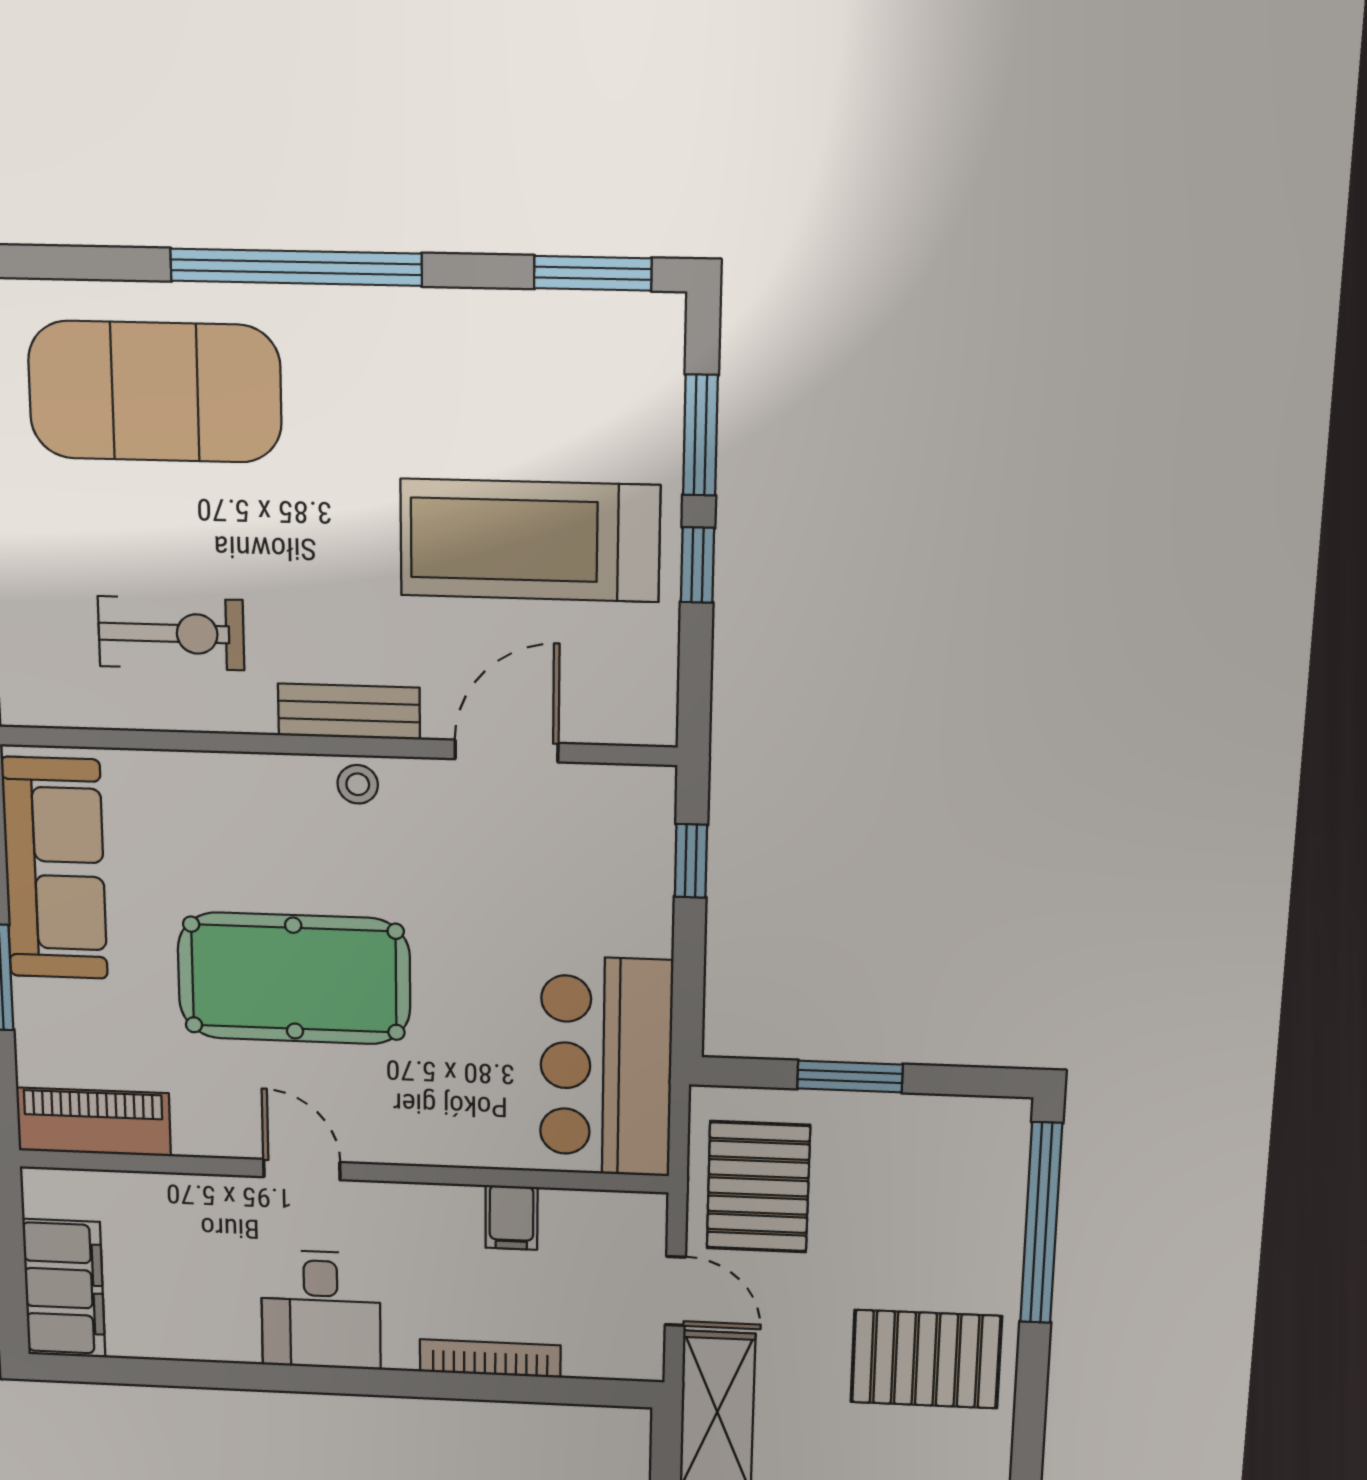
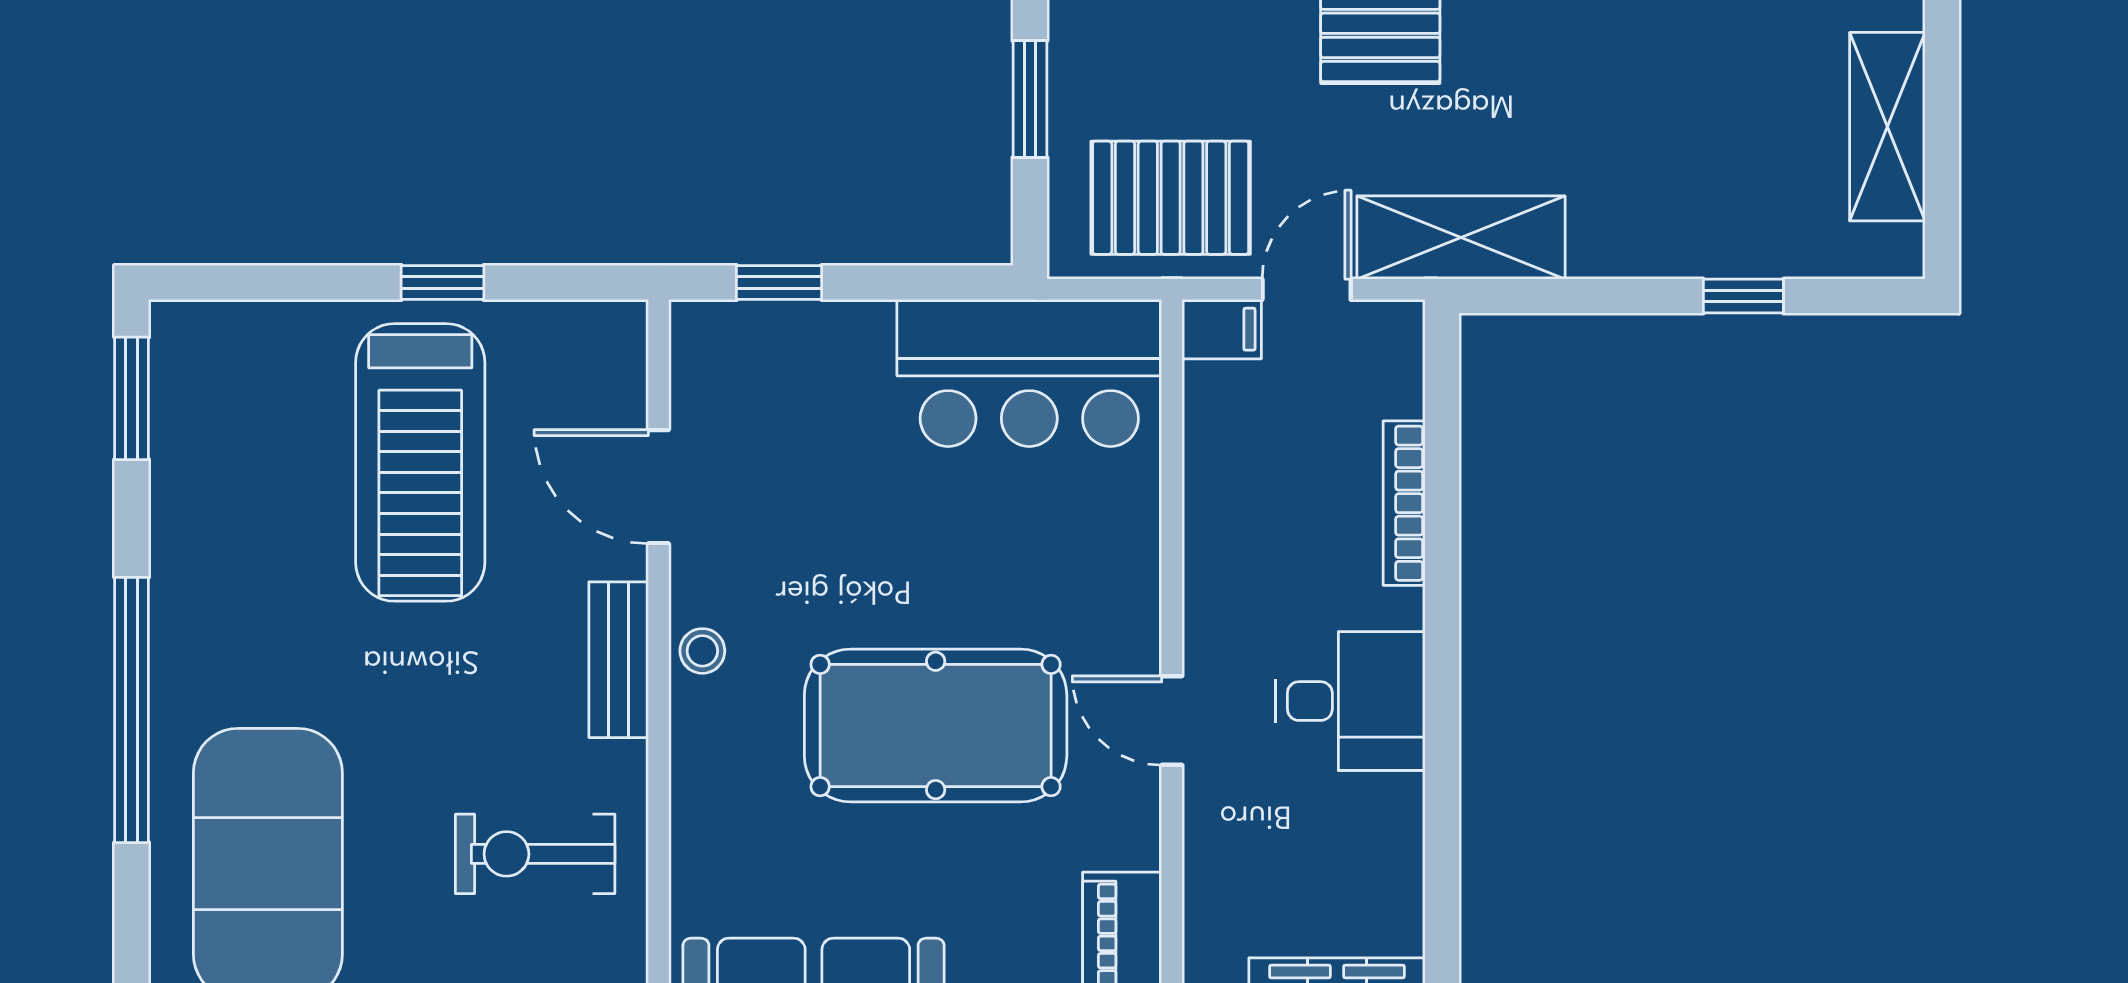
window: (700, 435) -> (301, 283), removed
exercise bike: (171, 633) -> (535, 854), turned -90
pool table: (294, 978) -> (936, 725), turned 90
door: (302, 1170) -> (1172, 721), hinge flipped
filing cabinet: (511, 1217) -> (1222, 329), moved

